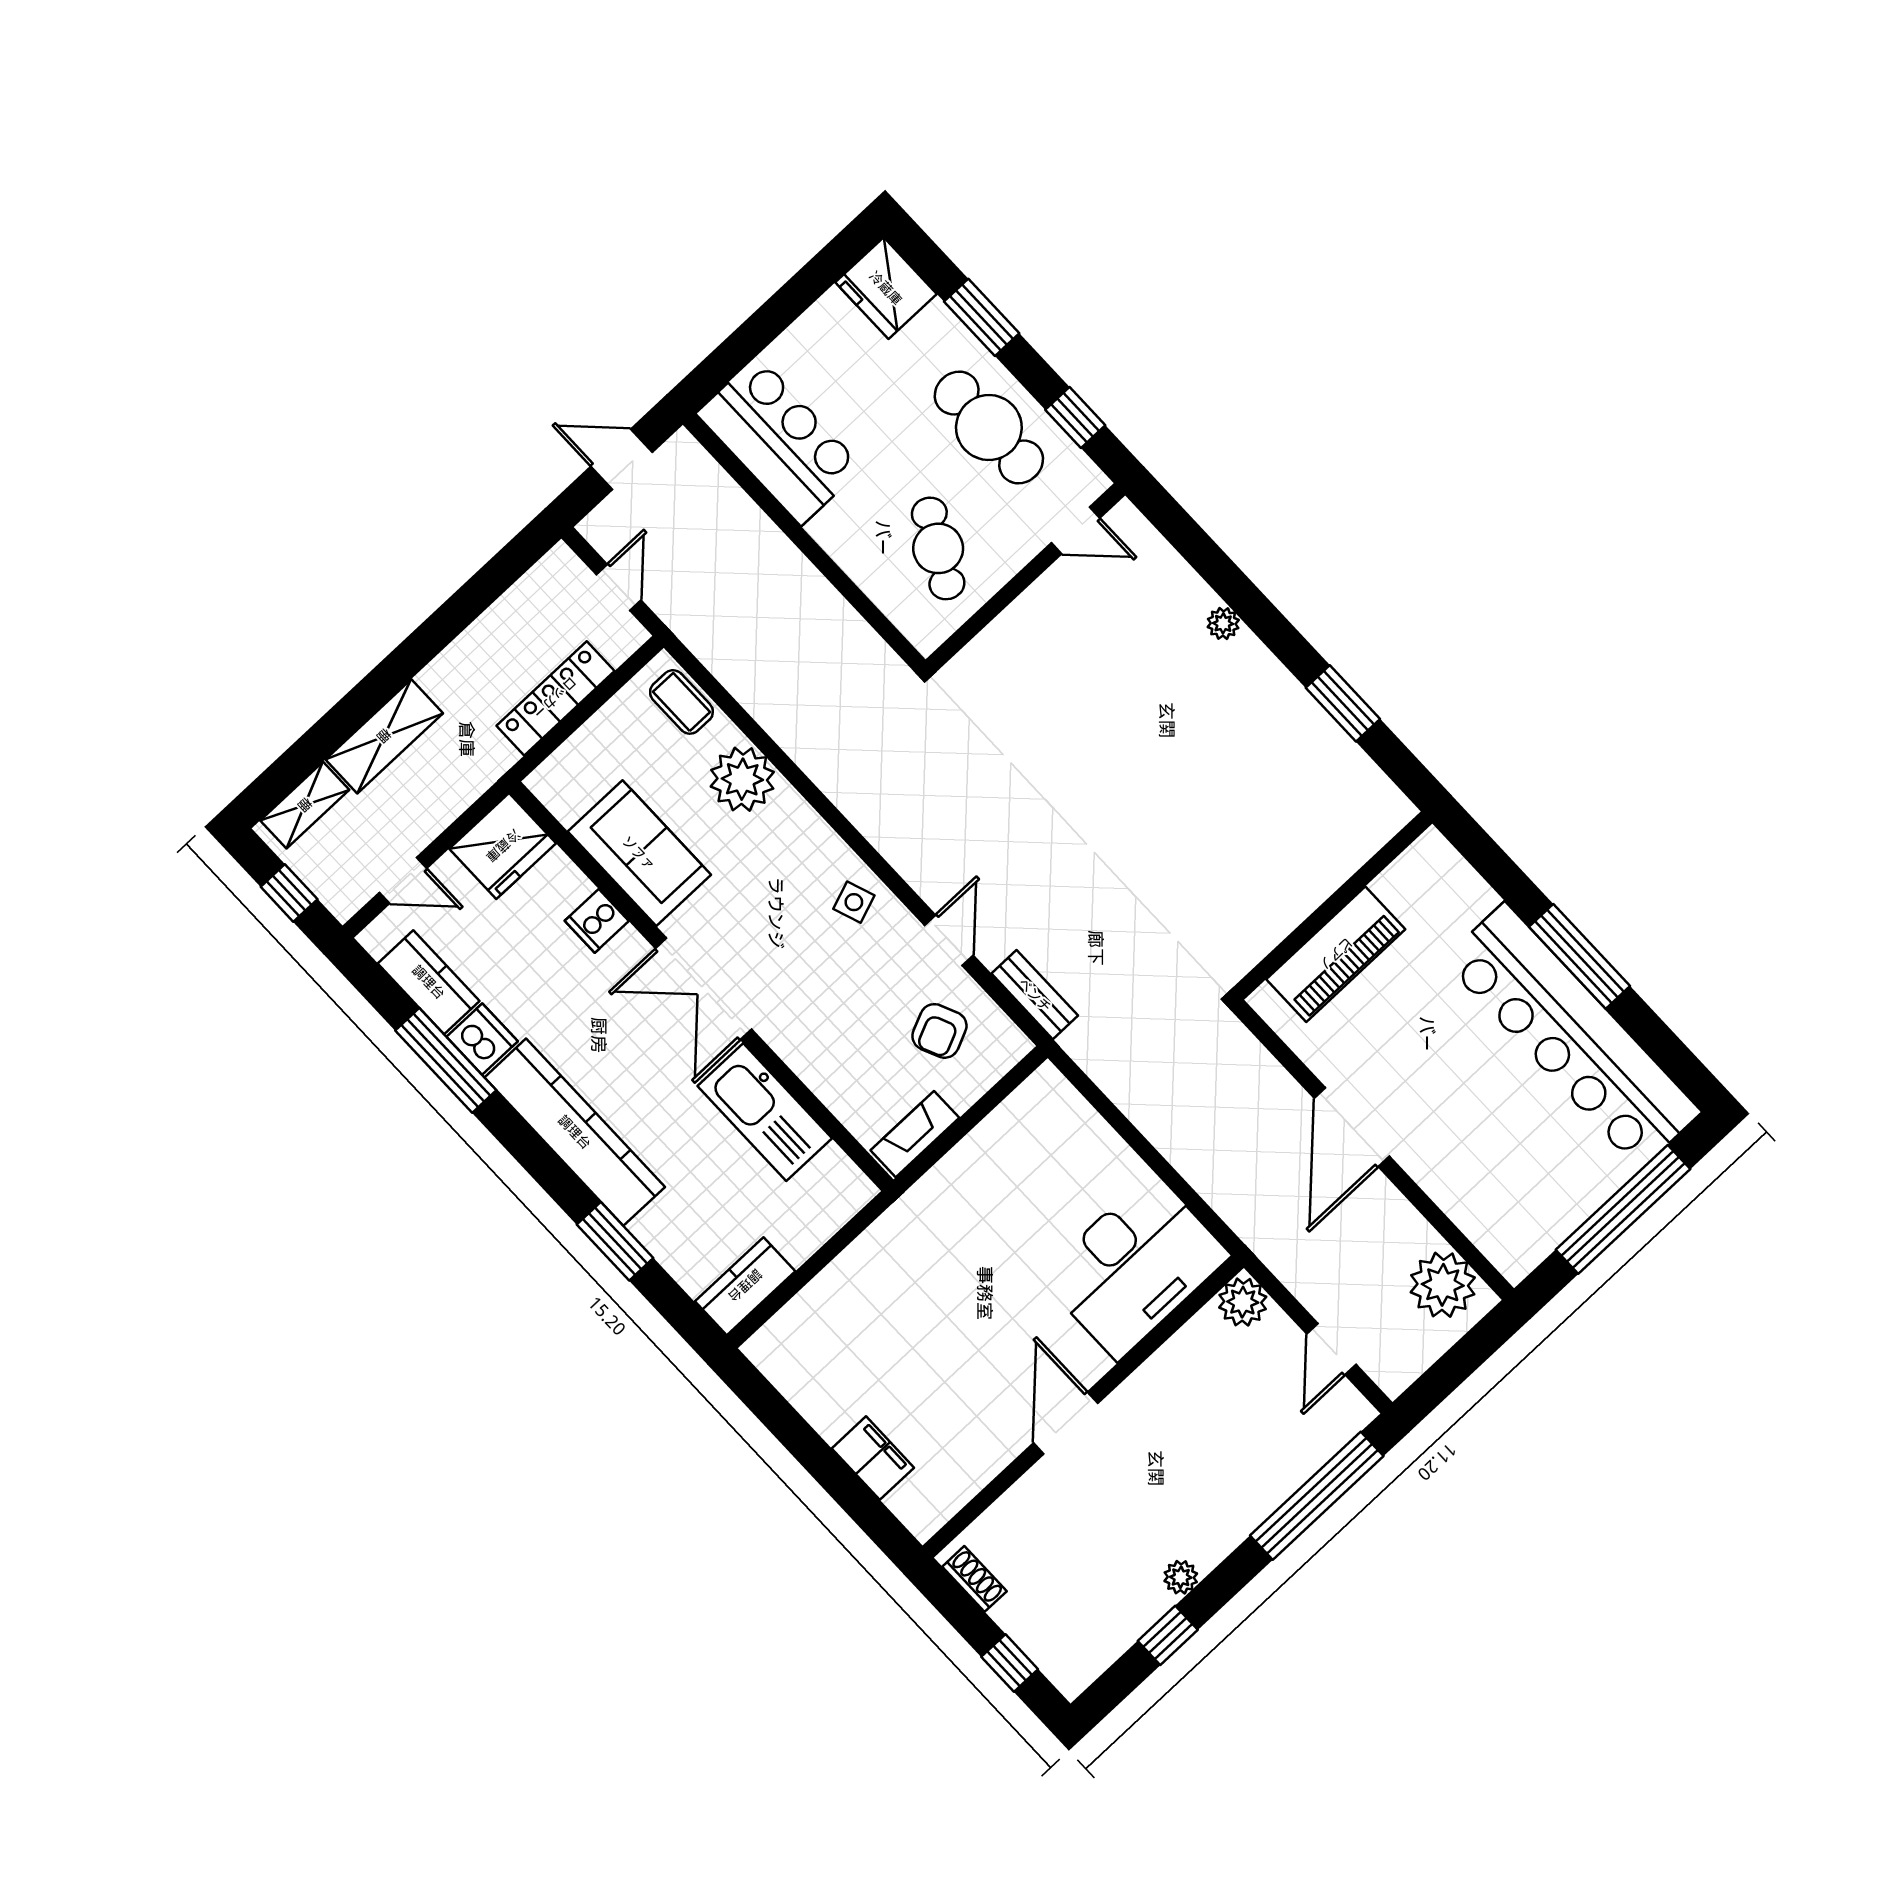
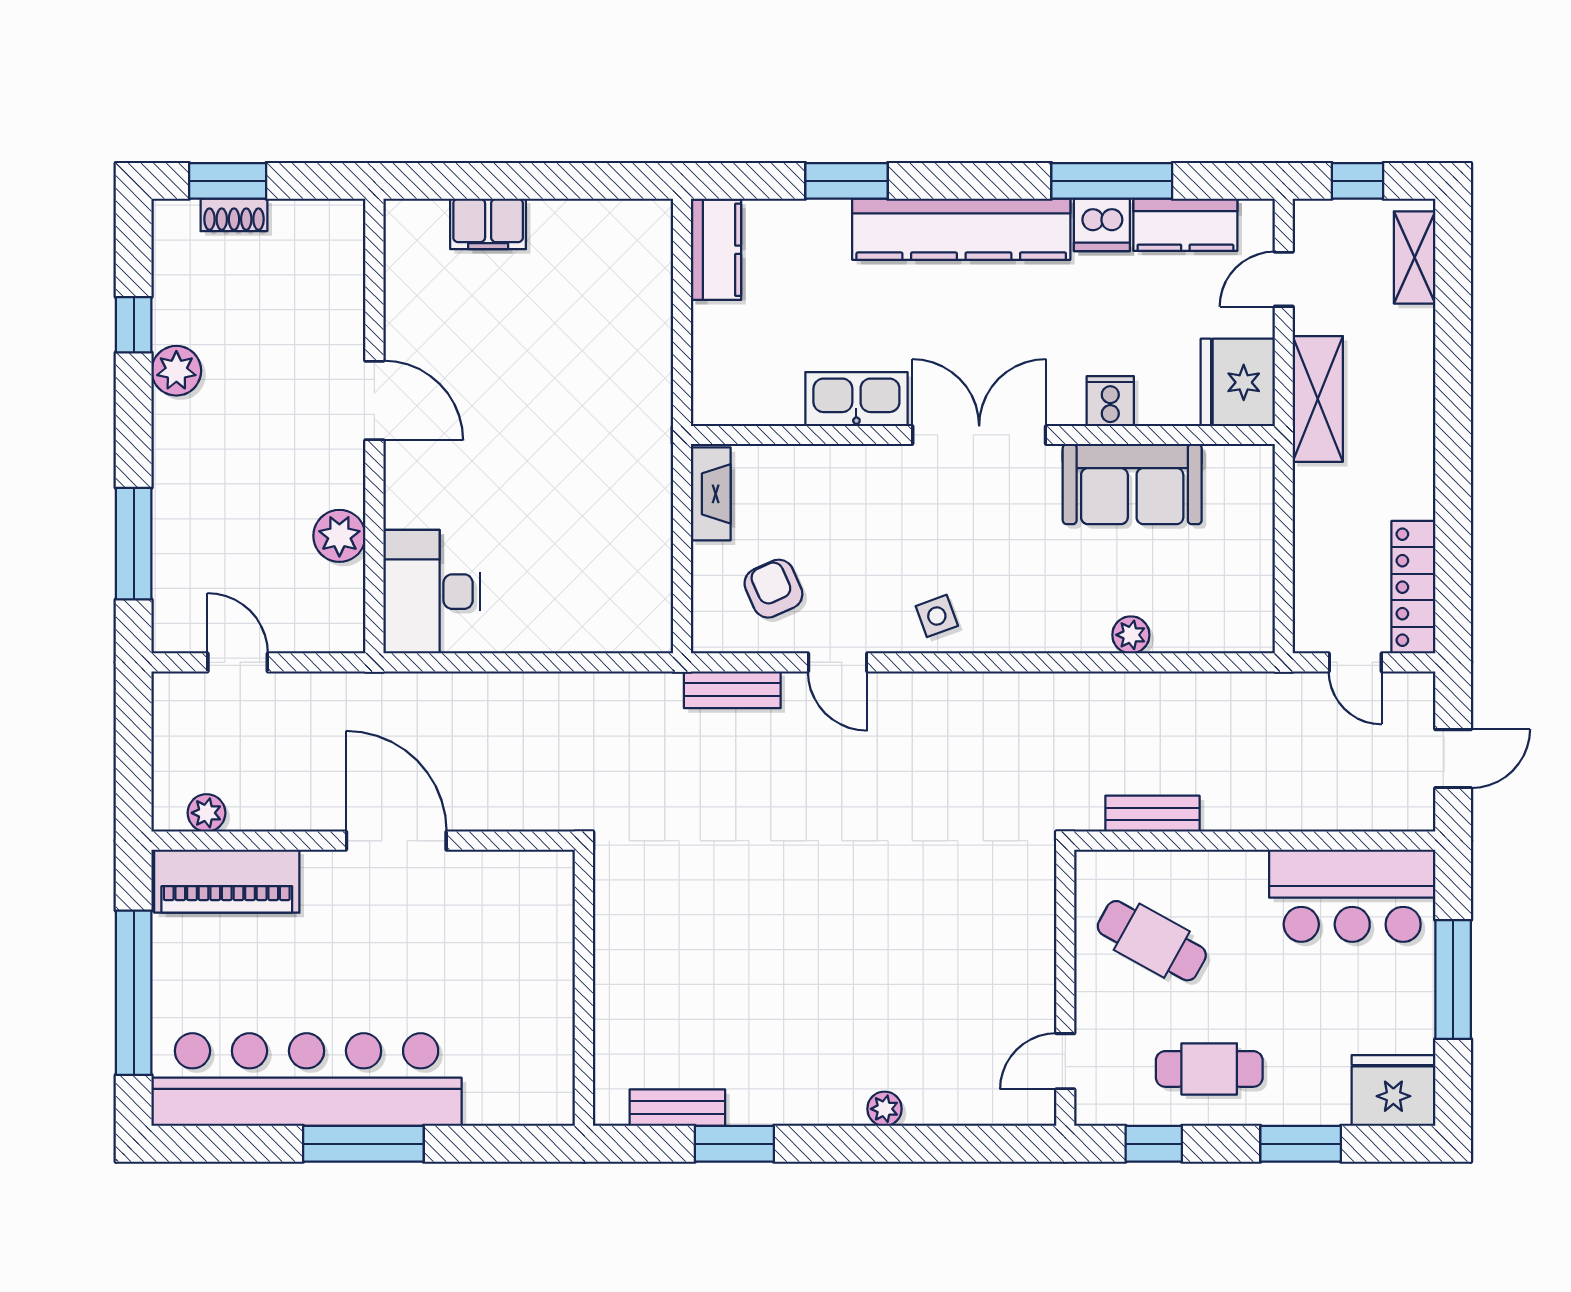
window: (772, 318) -> (1453, 979), added
cafe table: (989, 427) -> (1209, 1069), width x0.73, depth x0.74
bench: (851, 629) -> (1152, 814), added
locker: (555, 698) -> (1413, 587), moved, turned 180
coffee table: (681, 702) -> (1220, 628), removed
shelving: (384, 736) -> (1318, 399), moved
bench: (1355, 765) -> (677, 1108), added
plant: (742, 779) -> (1131, 635), width x0.53, depth x0.53
piano: (1336, 954) -> (227, 881), moved, turned -90
kitchen sink: (765, 1112) -> (856, 399), width x0.73, depth x0.81
desk: (1135, 1266) -> (432, 592), width x0.73, depth x0.77
plant: (1443, 1285) -> (207, 813), width x0.53, depth x0.53
plant: (1243, 1302) -> (339, 536), moved
window: (1317, 1496) -> (134, 544), width x0.68
plant: (1181, 1577) -> (176, 371), width x1.38, depth x1.38
shoe rack: (974, 1579) -> (234, 215), moved
window: (1010, 1663) -> (228, 181), width x1.50

